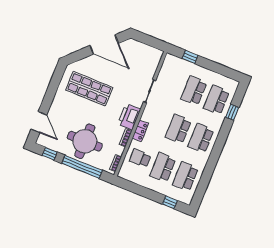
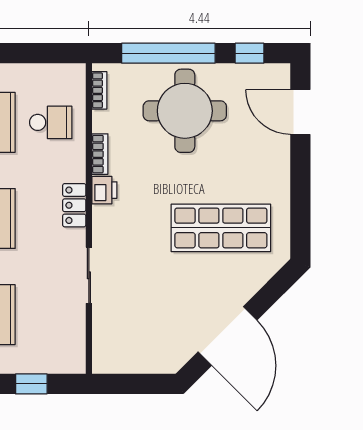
door: (104, 44) -> (227, 336), swing flipped
printer: (129, 117) -> (104, 190), width x0.53, depth x0.68
locker: (140, 131) -> (74, 205), moved

